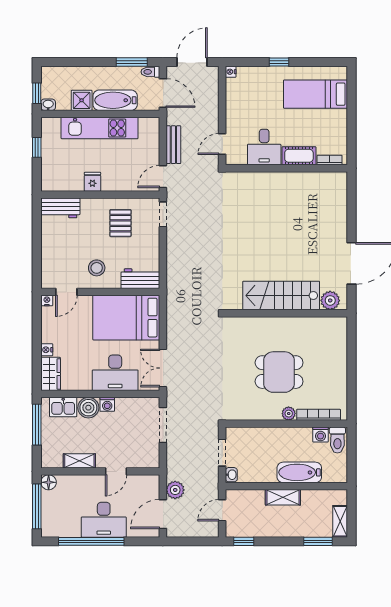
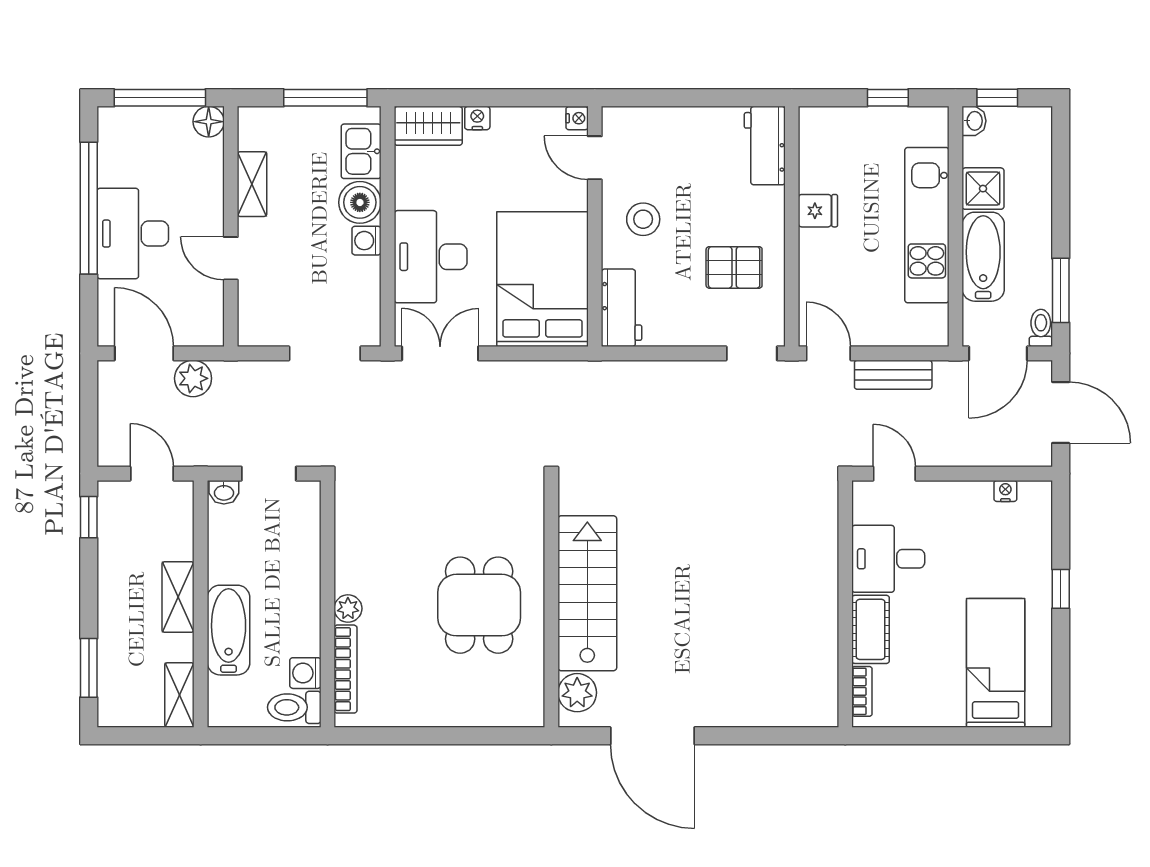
nightstand: (231, 72) -> (1005, 491), moved
dining table: (279, 372) -> (479, 605), moved
shelving: (340, 521) -> (179, 695), moved, turned 90

